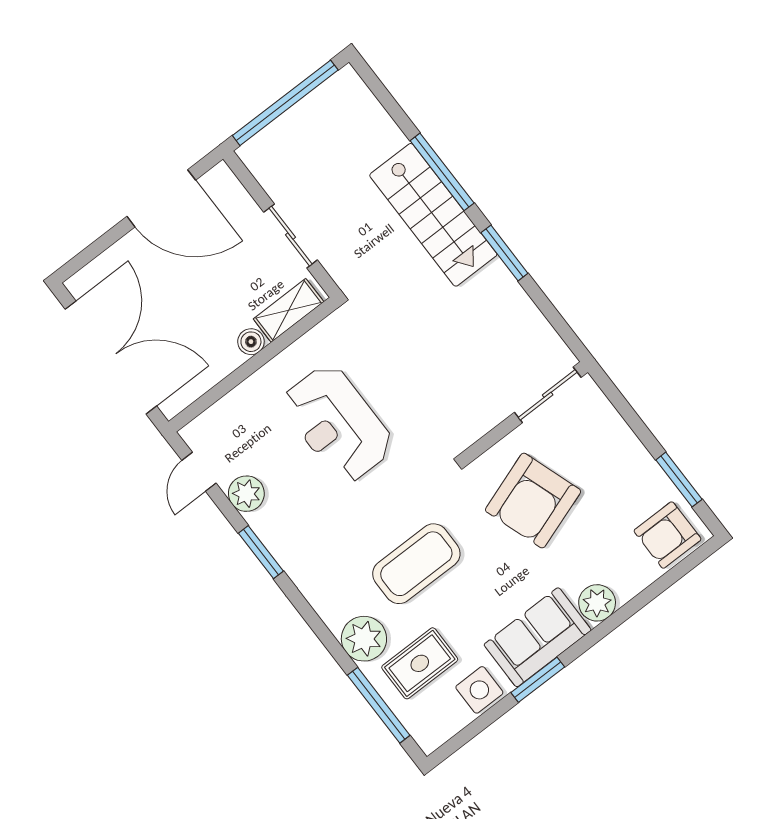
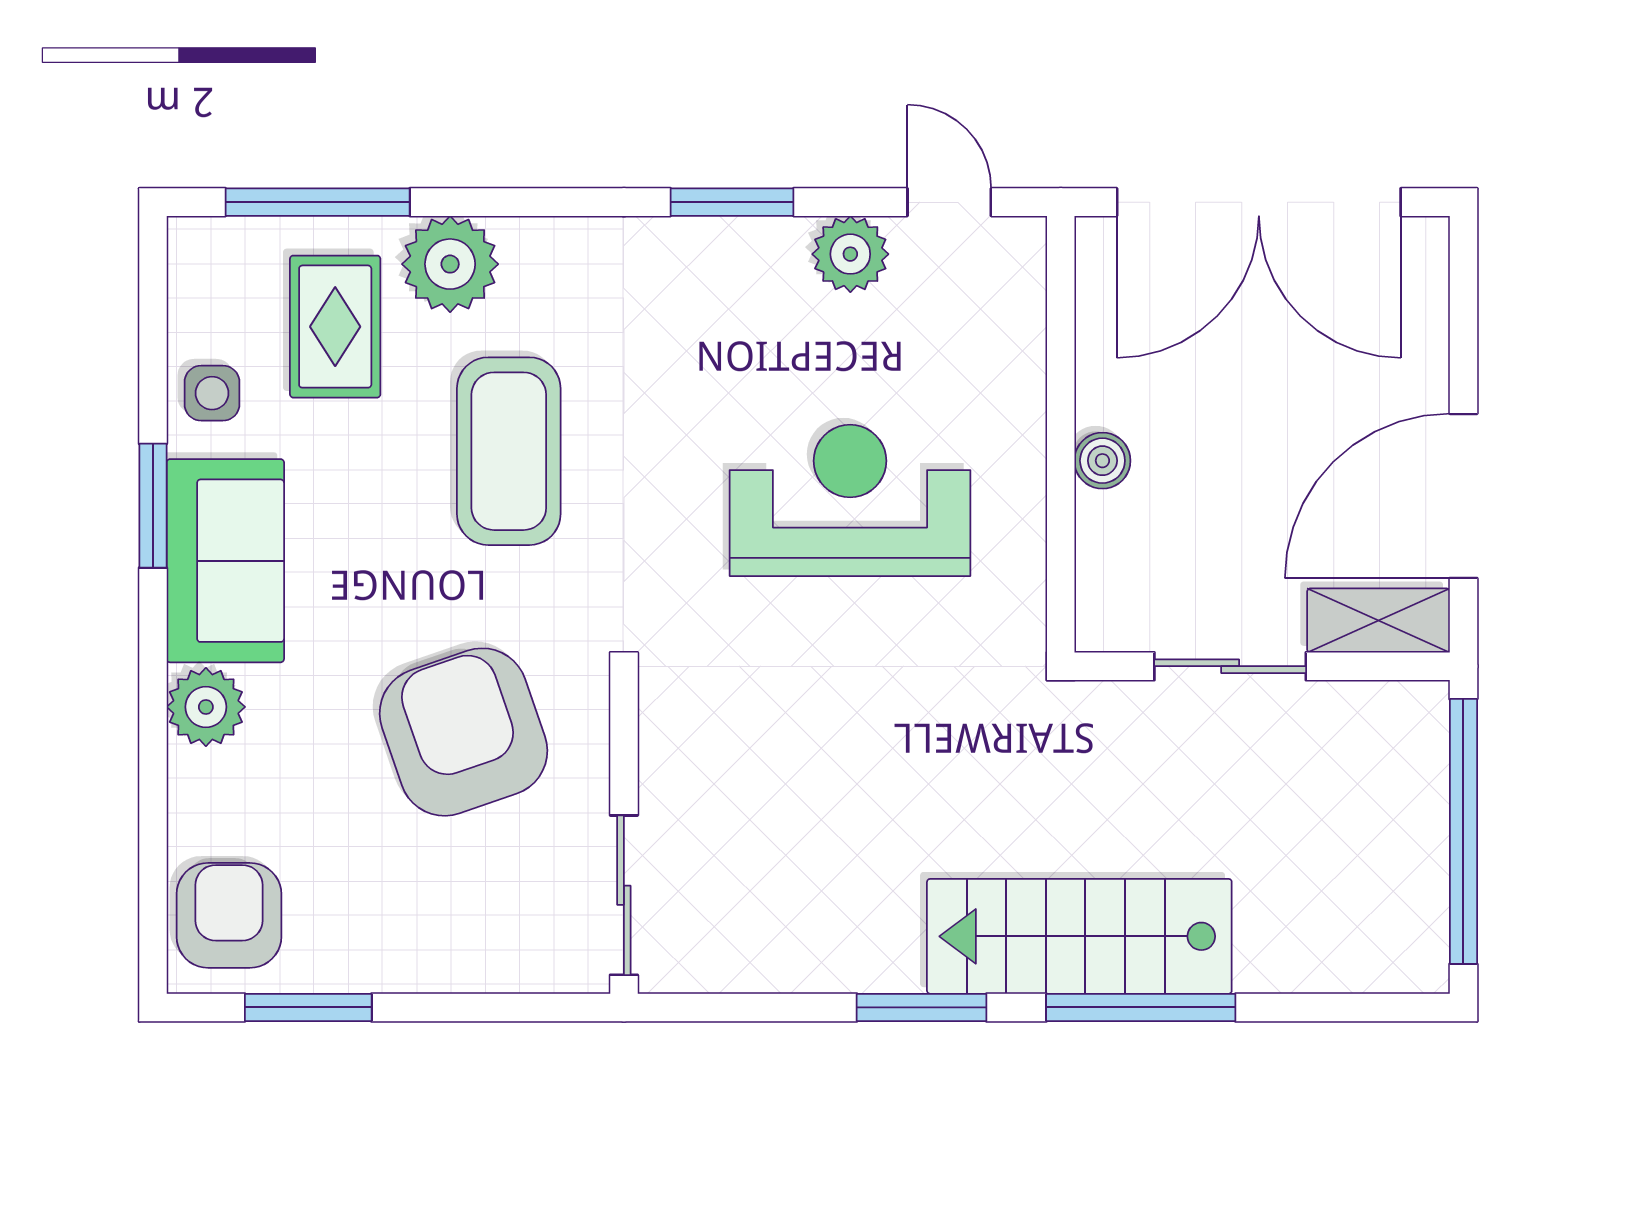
shelving: (289, 310) -> (1378, 621), moved, turned 90
side table: (479, 690) -> (212, 393), width x0.73, depth x0.73

